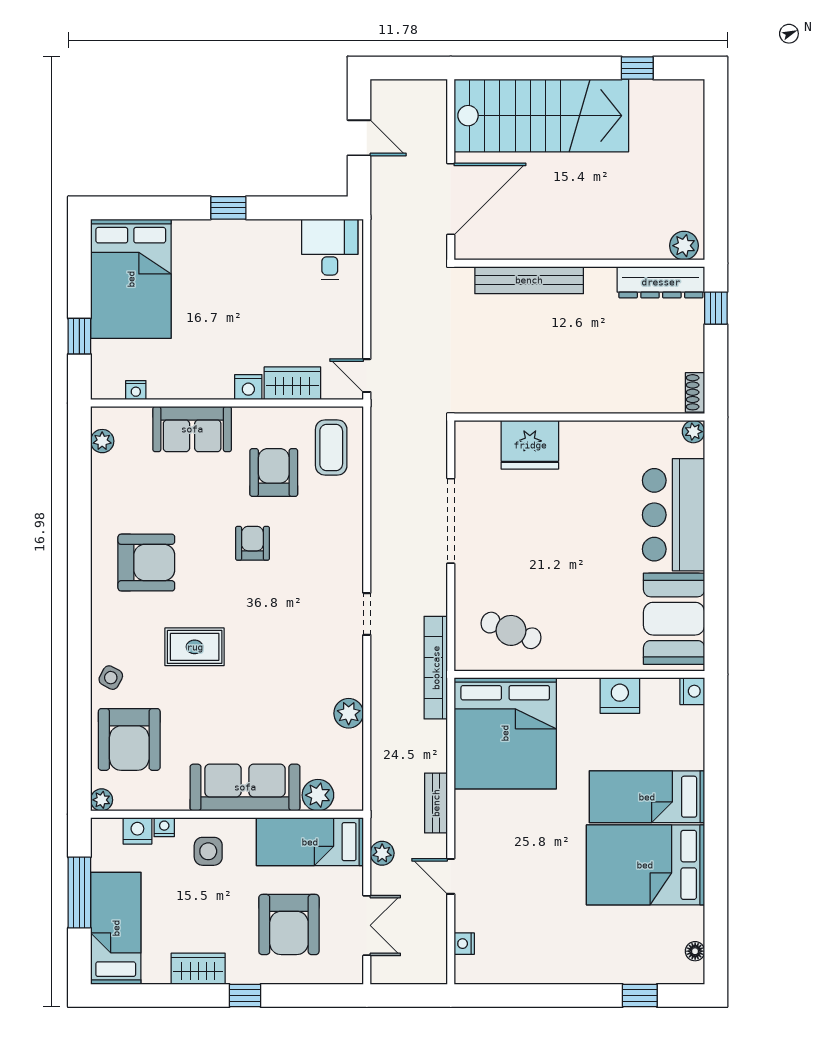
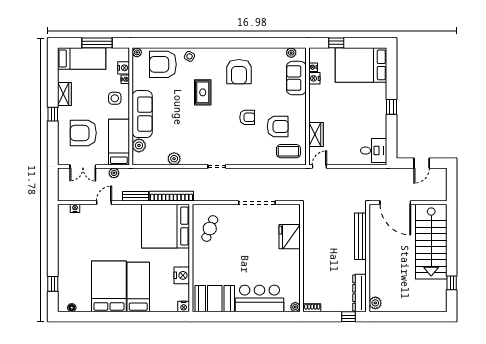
nightstand: (248, 387) -> (314, 78), moved
sofa: (192, 429) -> (296, 78), moved
bookcase: (436, 668) -> (171, 196), moved

